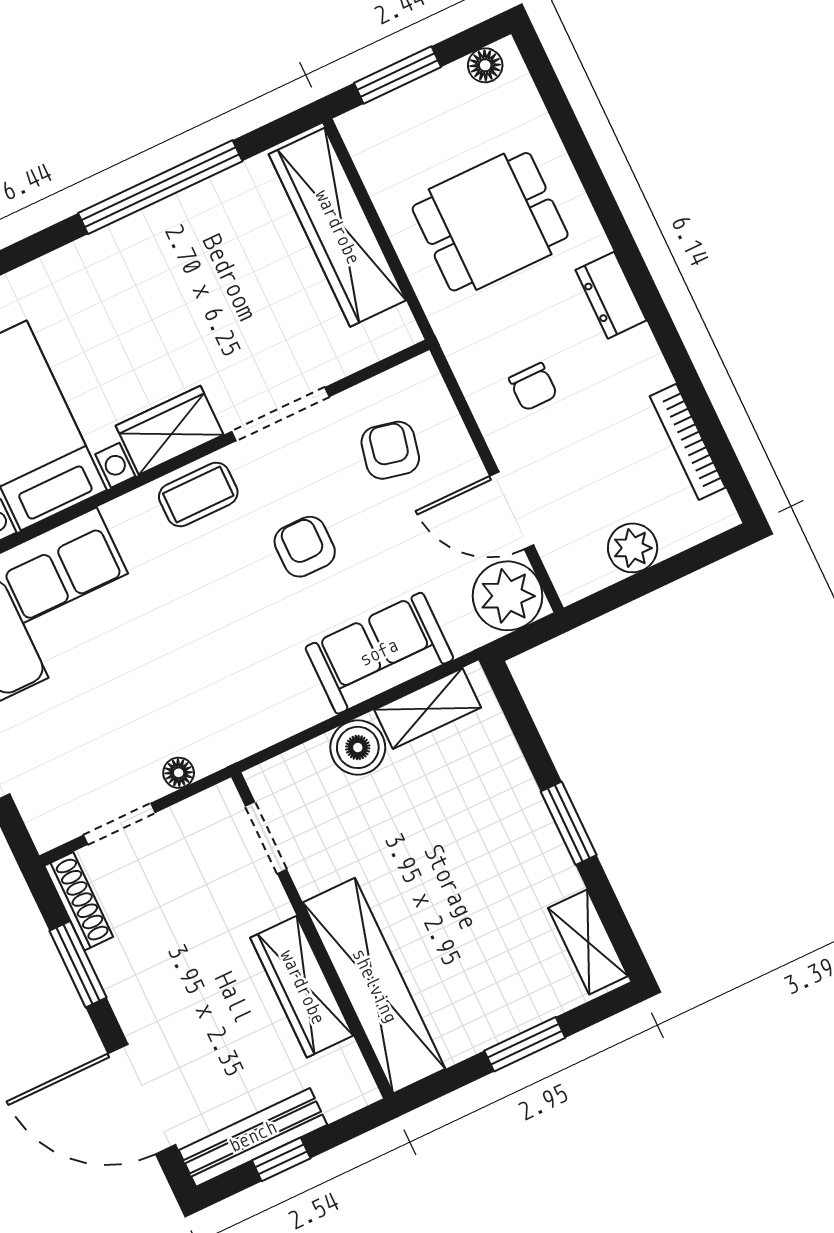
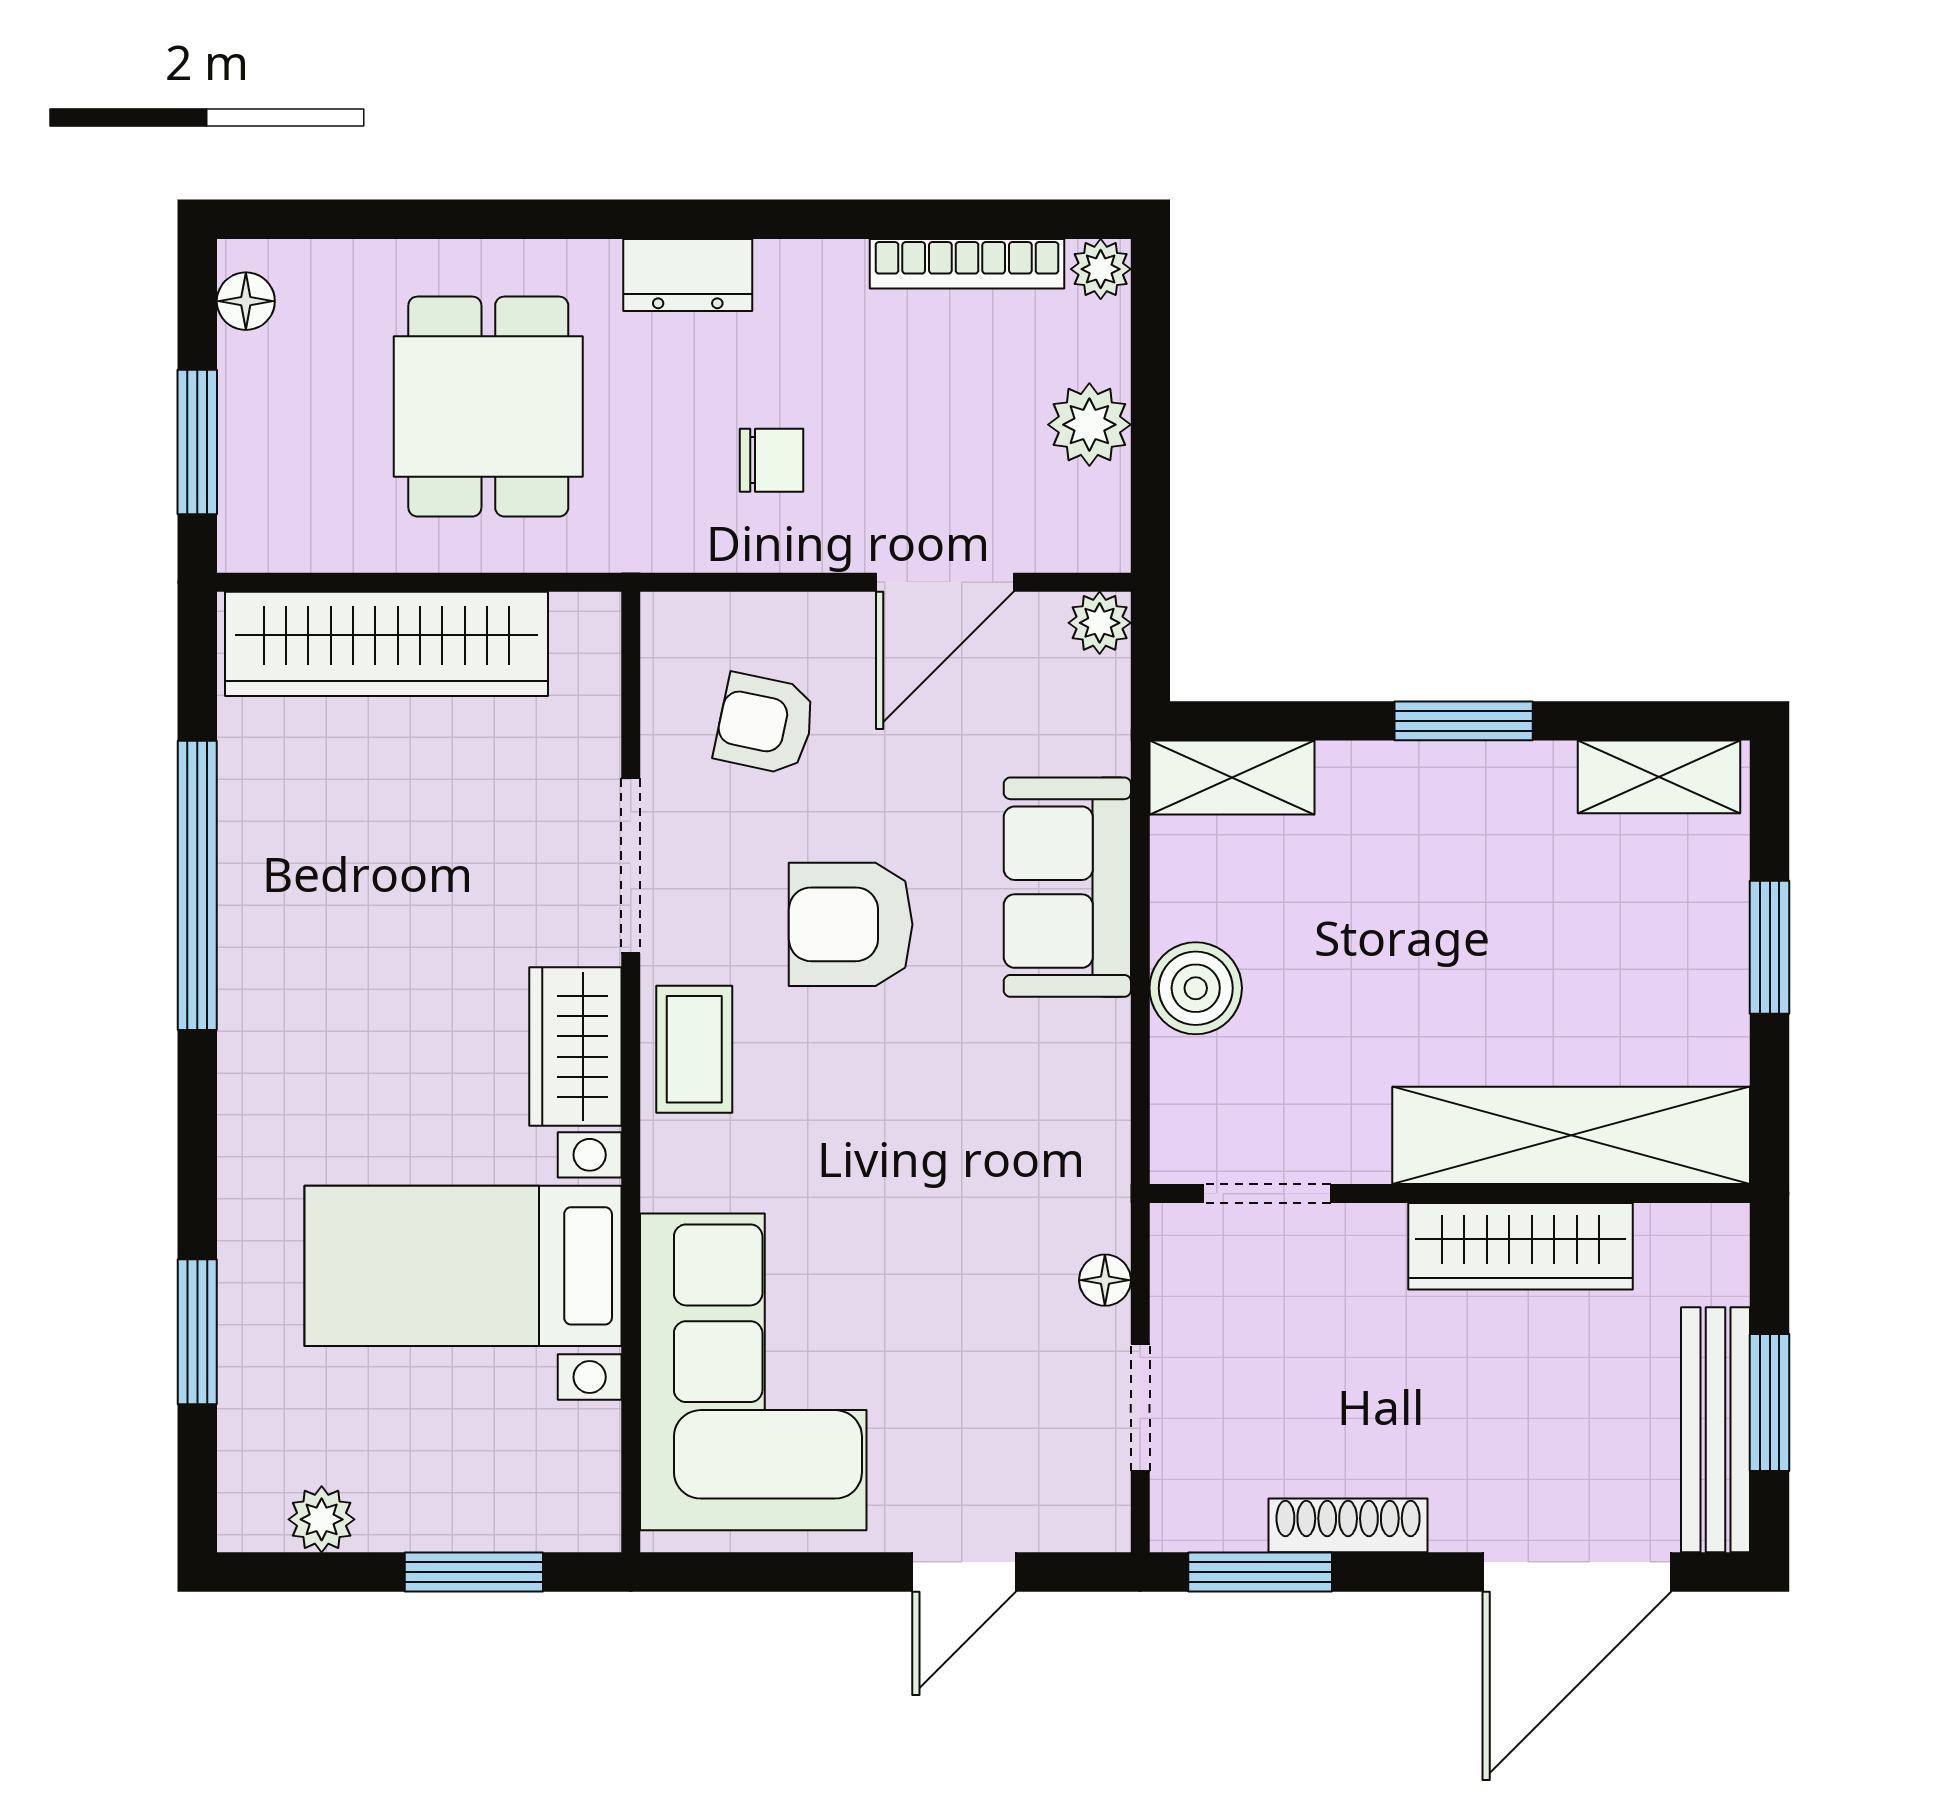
plant: (719, 515) -> (1101, 269), added
armchair: (305, 547) -> (851, 924), width x1.38, depth x1.38
plant: (508, 596) -> (1100, 623), width x0.53, depth x0.53
shelving: (428, 709) -> (1232, 778), moved, turned 90
shoe rack: (79, 901) -> (1348, 1525), moved
window: (78, 964) -> (1260, 1572), moved
window: (281, 1159) -> (1770, 1403), width x1.50

